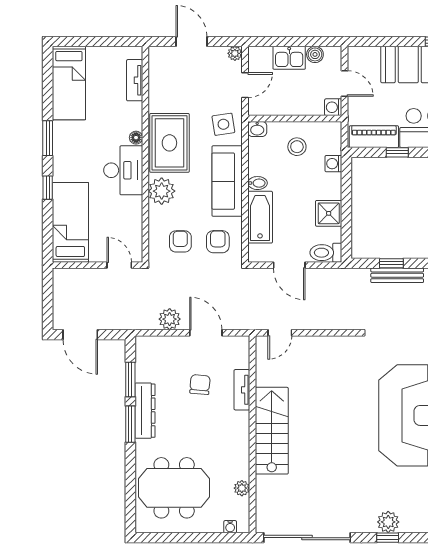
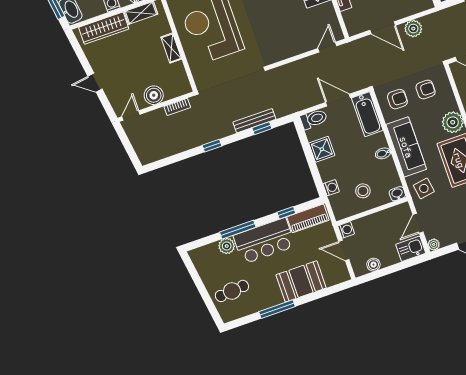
kitchen sink: (289, 58) -> (411, 249), moved
bathtub: (260, 217) -> (367, 114), moved
armchair: (180, 241) -> (426, 89), turned -90
armchair: (218, 242) -> (397, 99), turned -90

